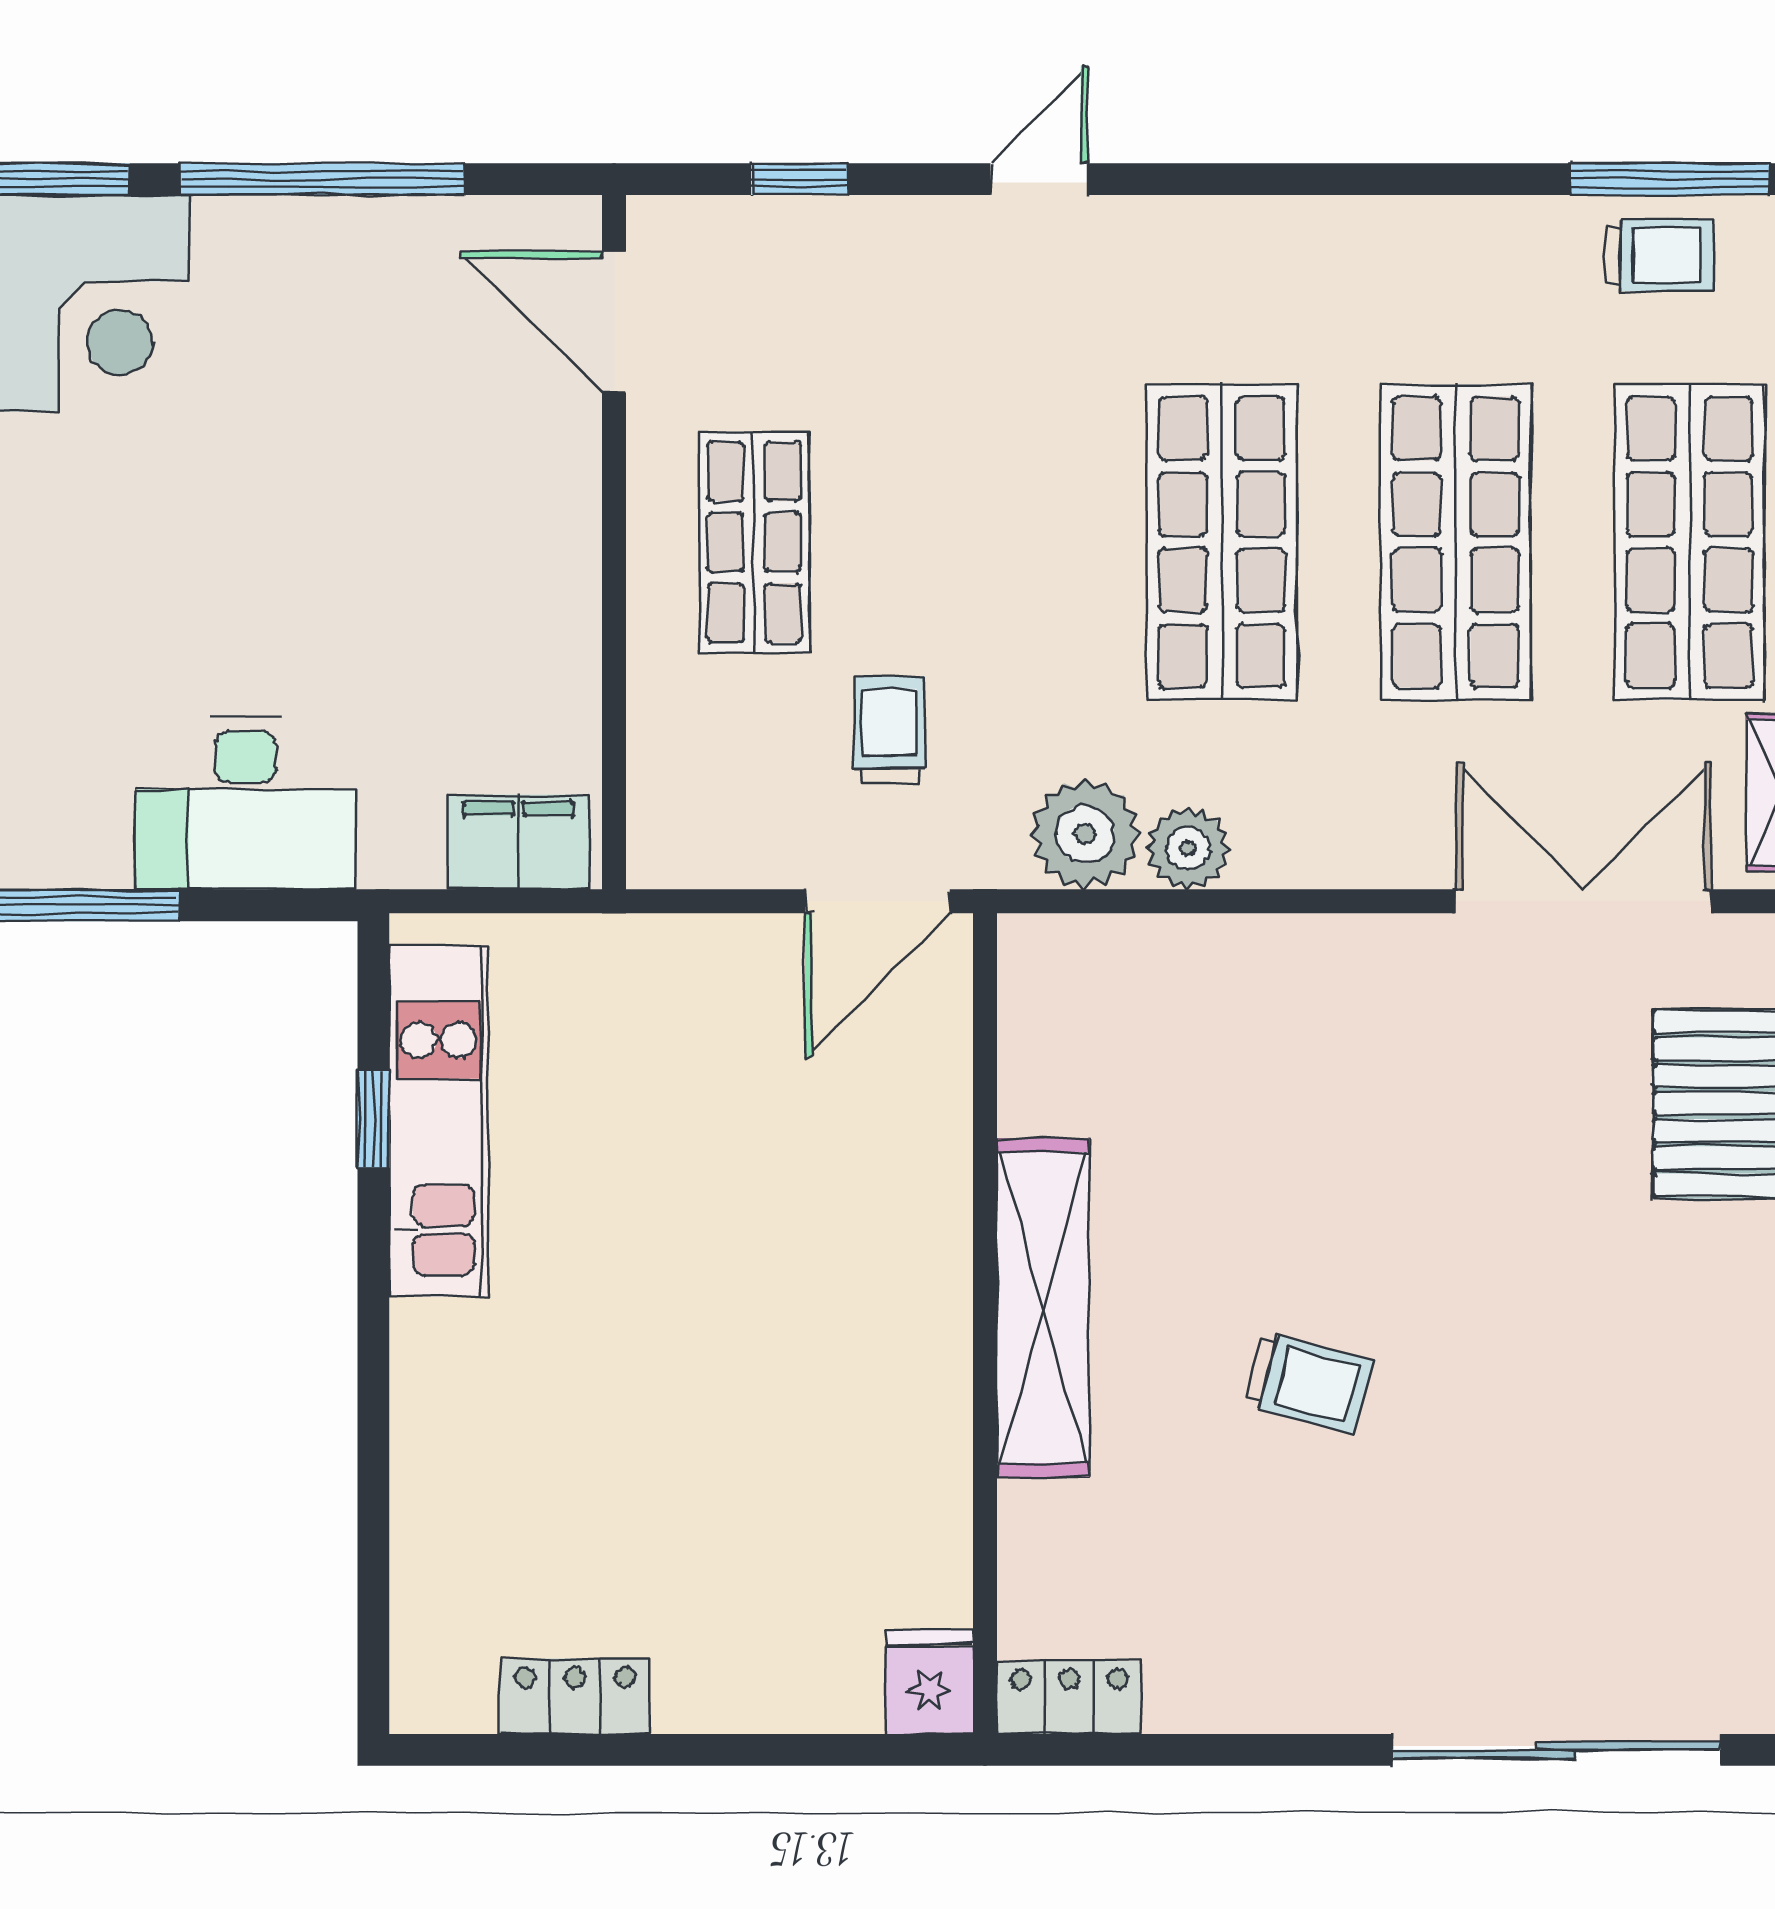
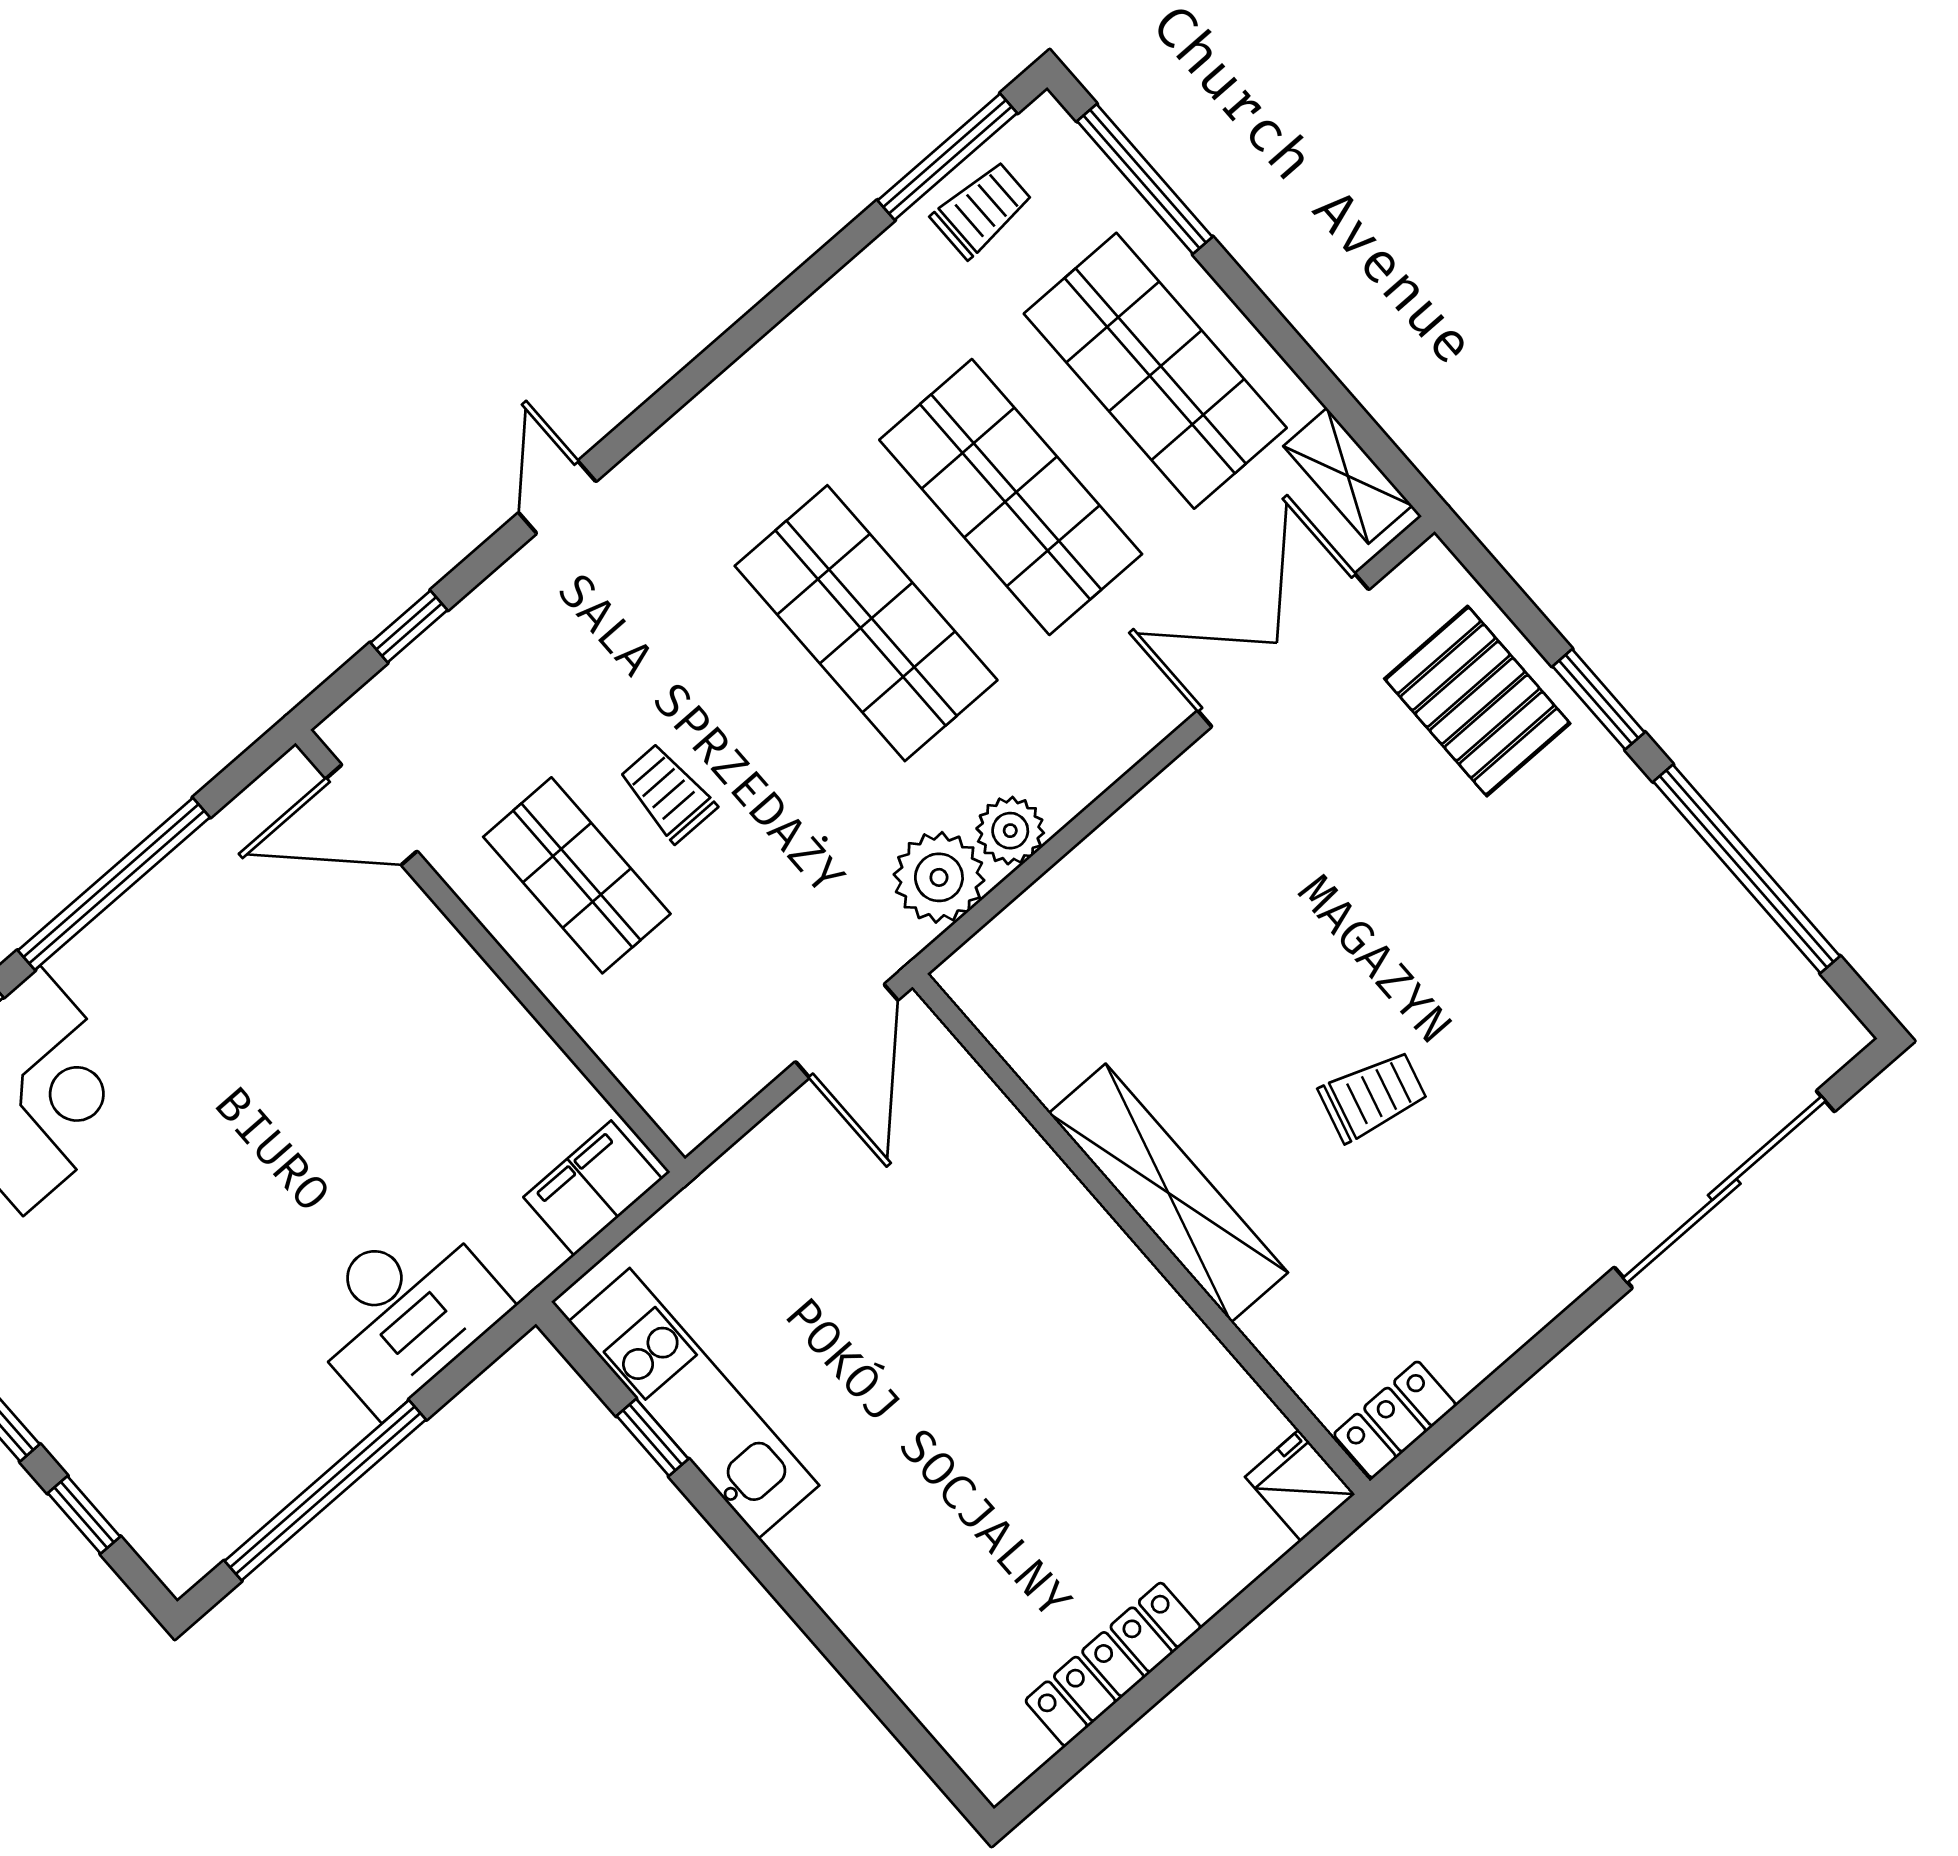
trolley: (890, 730) -> (668, 793), moved
locker: (575, 1696) -> (1113, 1664), width x1.53

